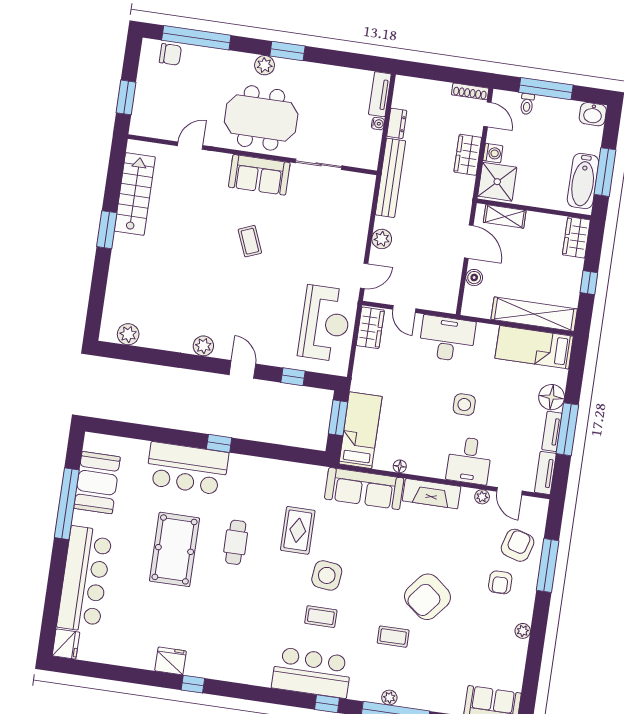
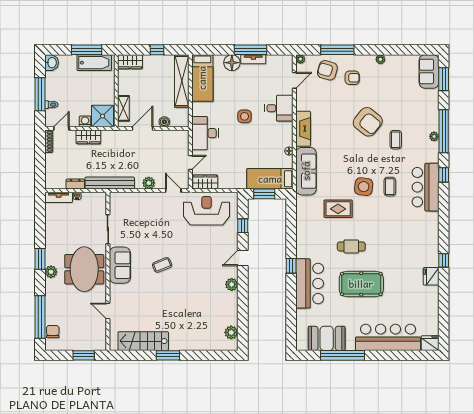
tv unit: (545, 473) -> (280, 60), removed
plant: (482, 497) -> (300, 59), moved

